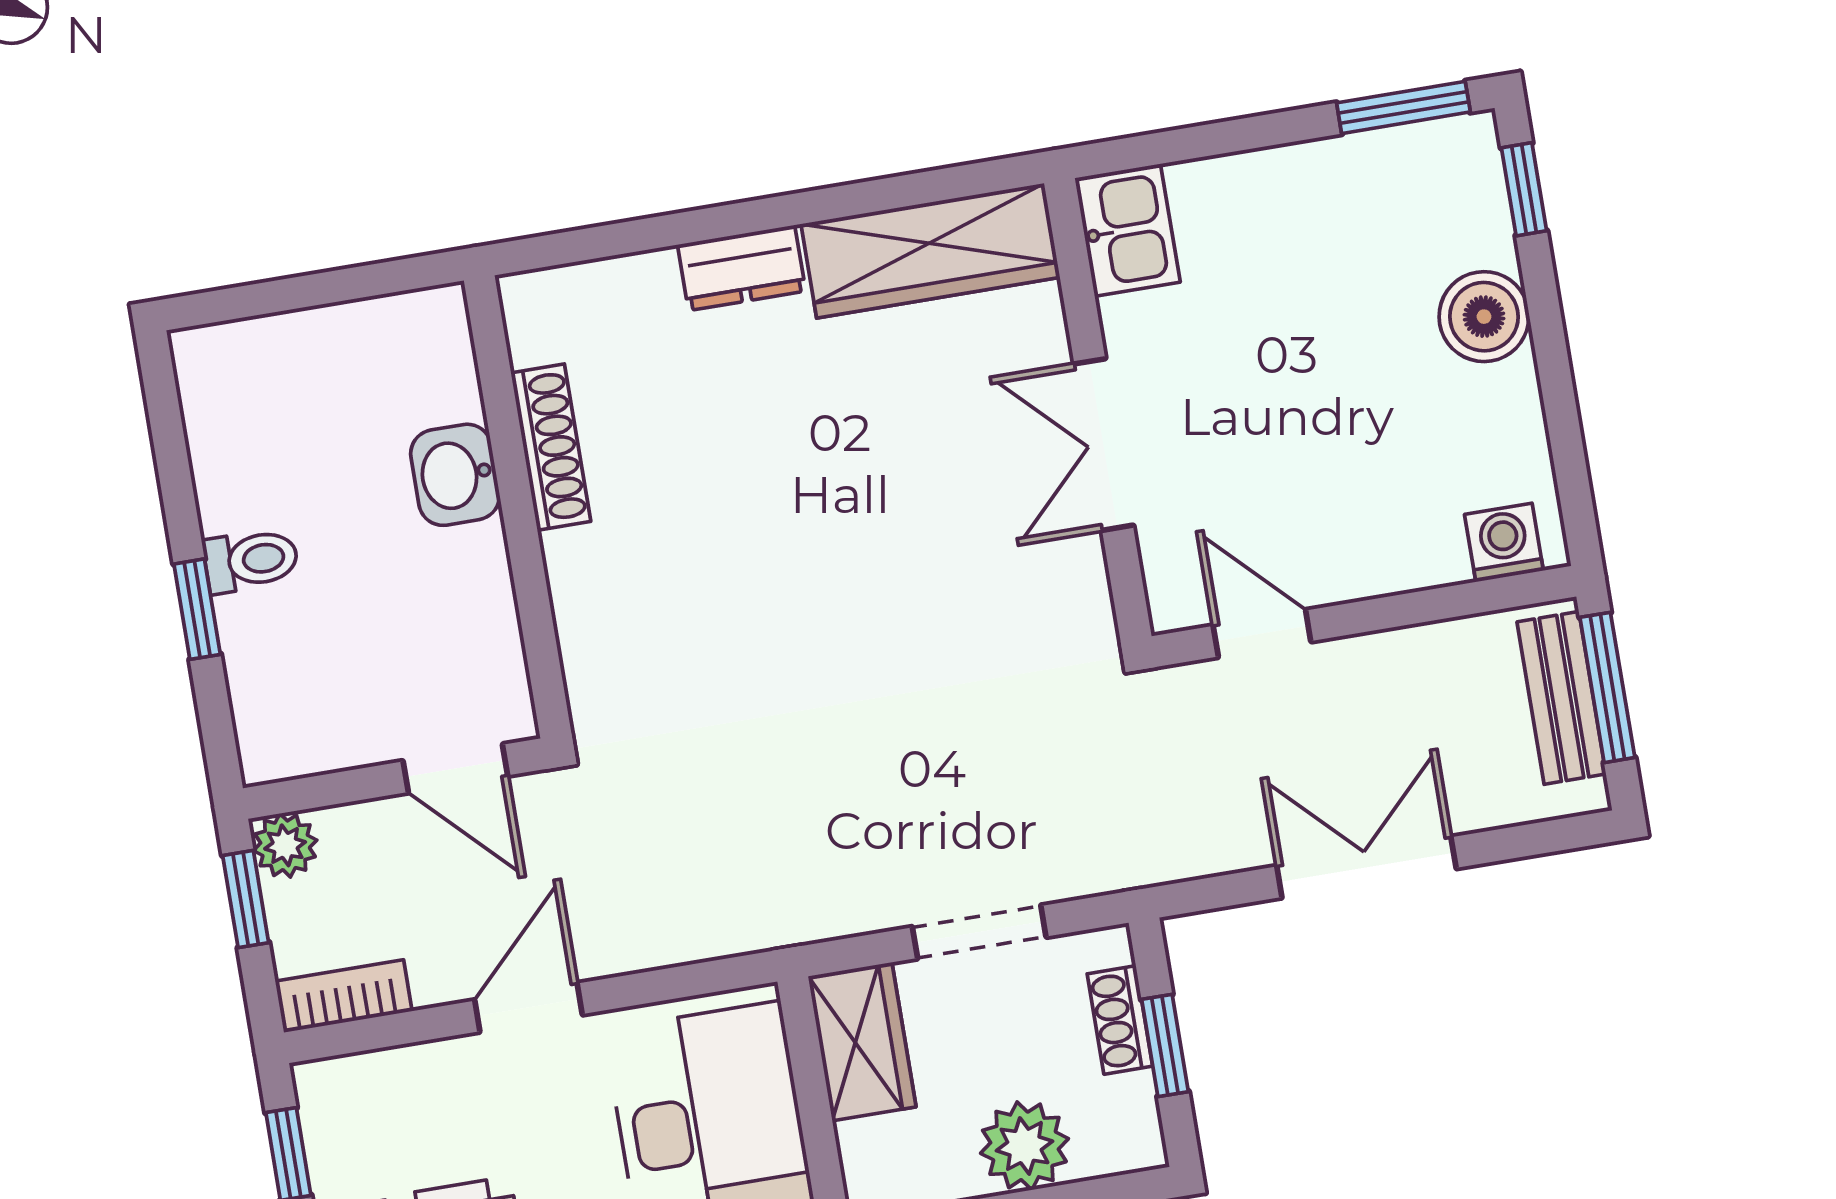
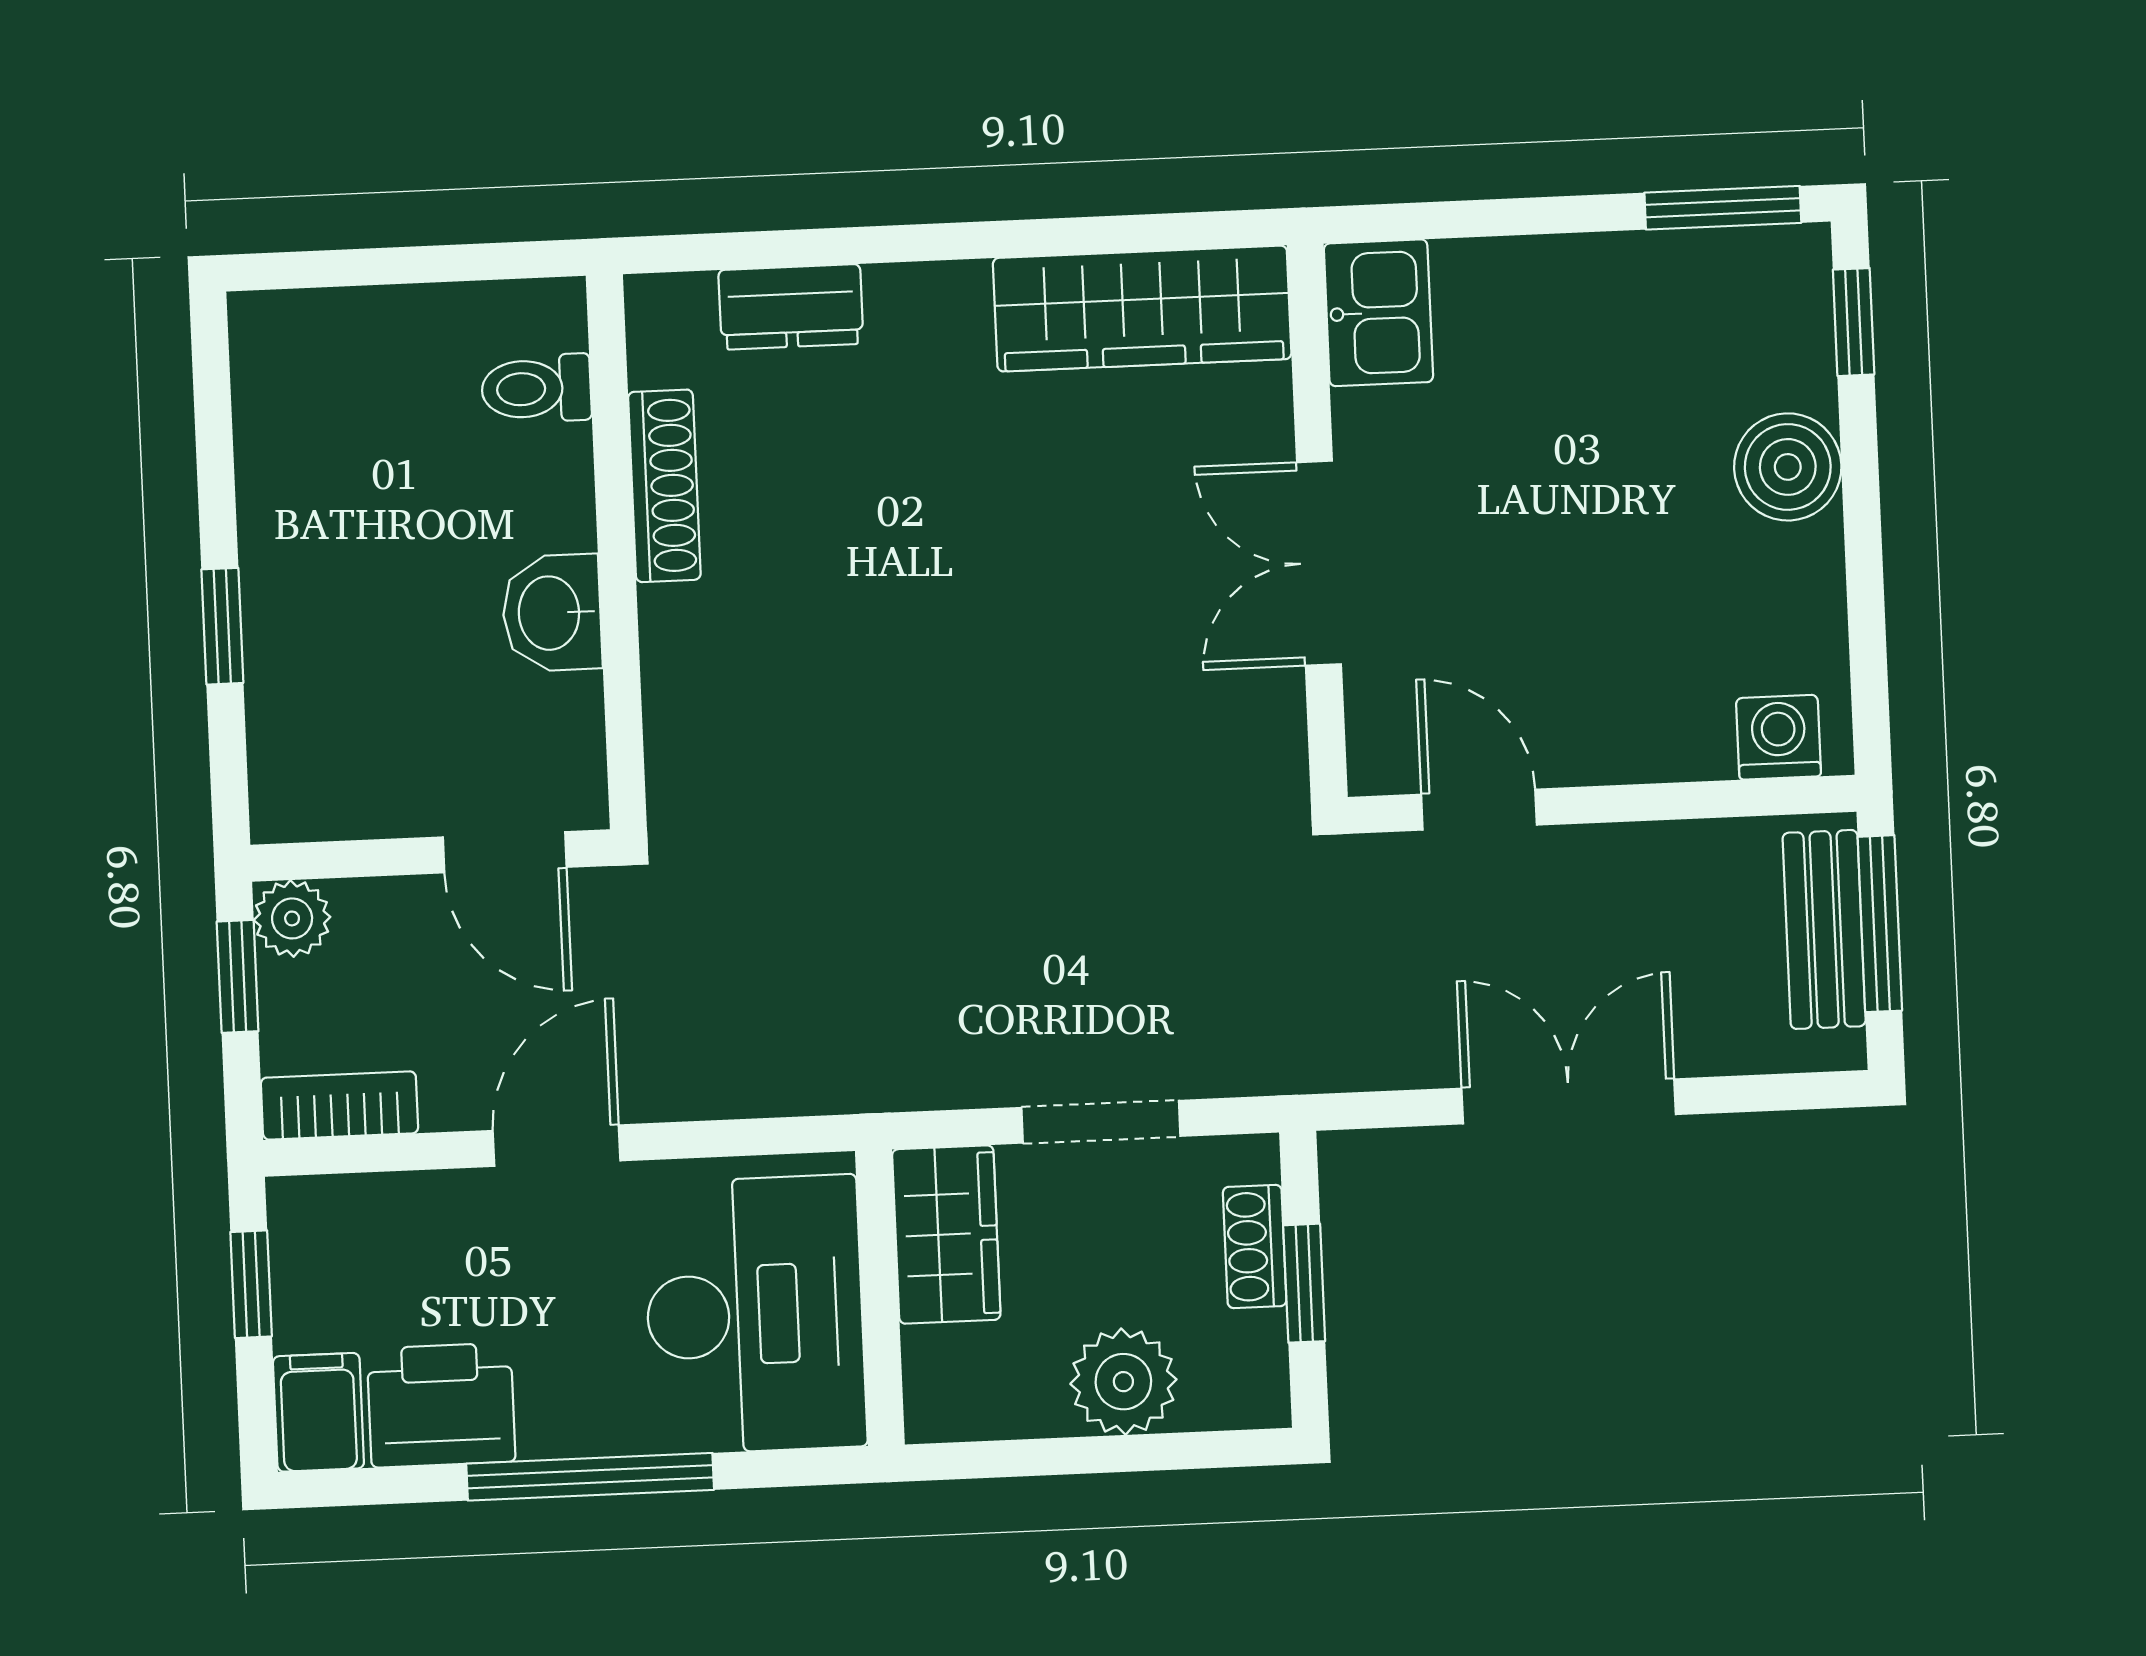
dresser: (742, 268) -> (791, 307), moved
washbasin: (455, 475) -> (552, 613), moved
toilet: (251, 560) -> (536, 389), moved, turned 180

